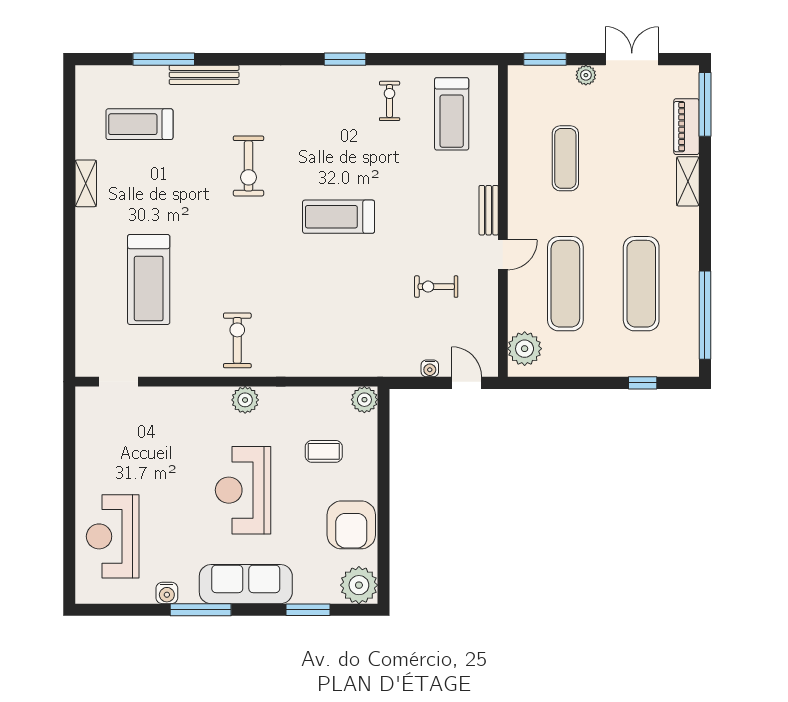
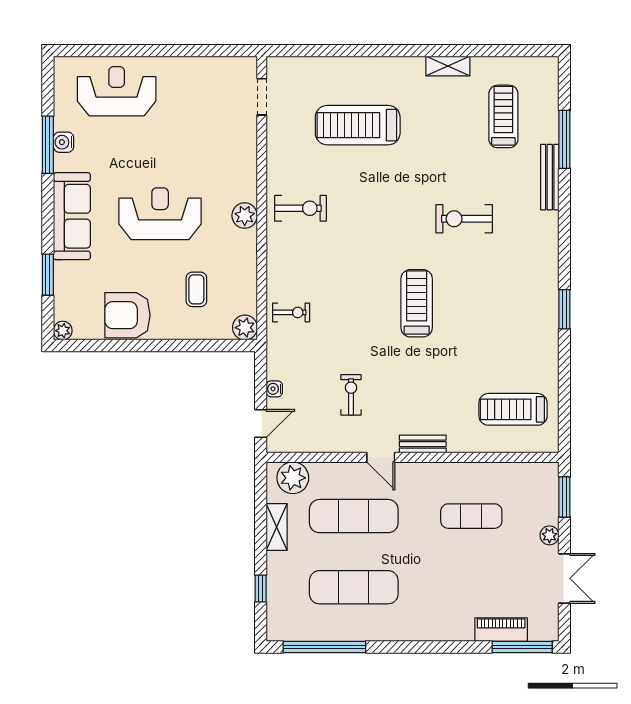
exercise bike: (390, 101) -> (291, 312), moved
shelving: (688, 181) -> (277, 527), moved, turned 90
plant: (359, 585) -> (63, 331), width x0.53, depth x0.53
window: (201, 610) -> (48, 145), moved

